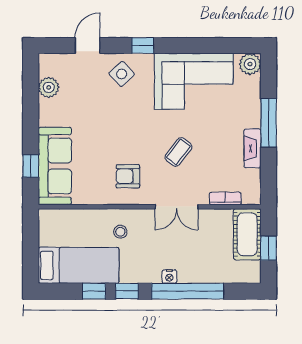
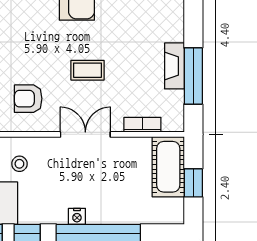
window: (269, 123) -> (193, 76), moved
coffee table: (178, 152) -> (88, 70), turned 52
double door: (177, 207) -> (85, 134), swing flipped

